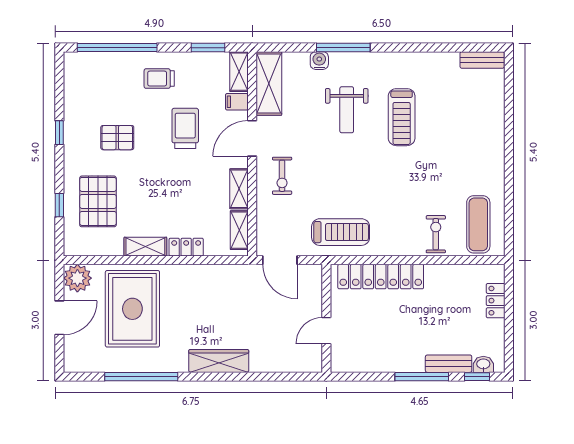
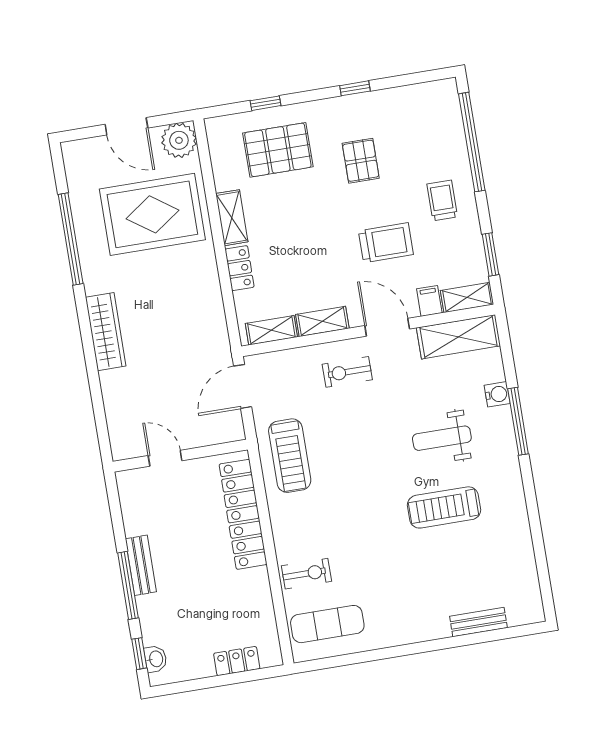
bench: (482, 60) -> (478, 622), moved, turned 90
bench: (449, 364) -> (141, 565), moved

